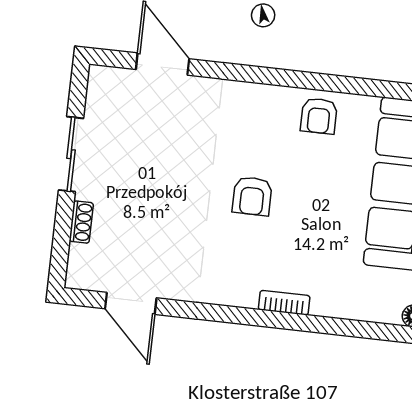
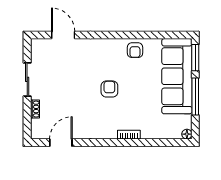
armchair: (252, 196) -> (109, 89), turned 180
door: (131, 303) -> (61, 143), swing flipped

